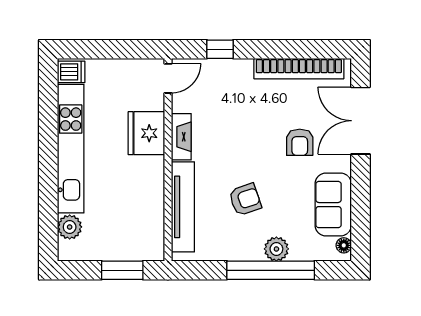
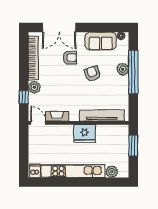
plant: (240, 71) -> (34, 87), added
fridge: (146, 133) -> (84, 134), moved
fireplace: (181, 137) -> (57, 116), moved
armchair: (245, 199) -> (92, 74), moved

